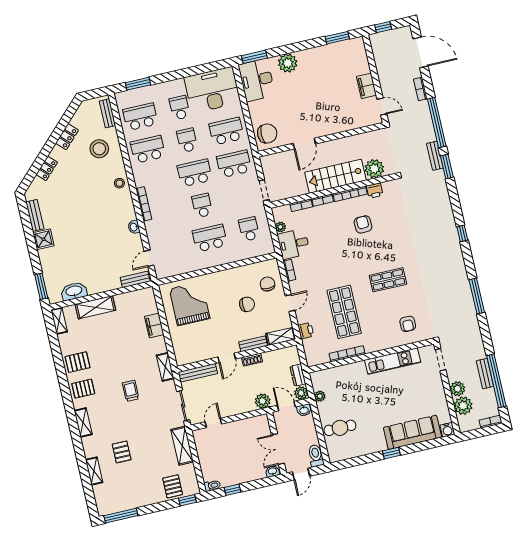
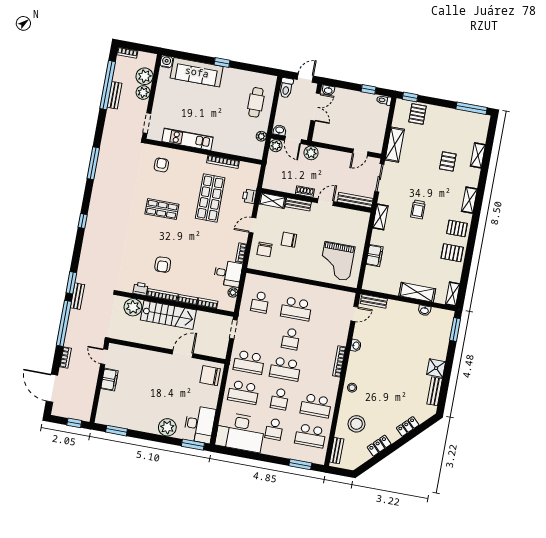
washbasin: (74, 291) -> (424, 310), width x0.52, depth x0.69
dresser: (298, 375) -> (272, 162), removed
cafe table: (340, 428) -> (256, 102), turned 90

